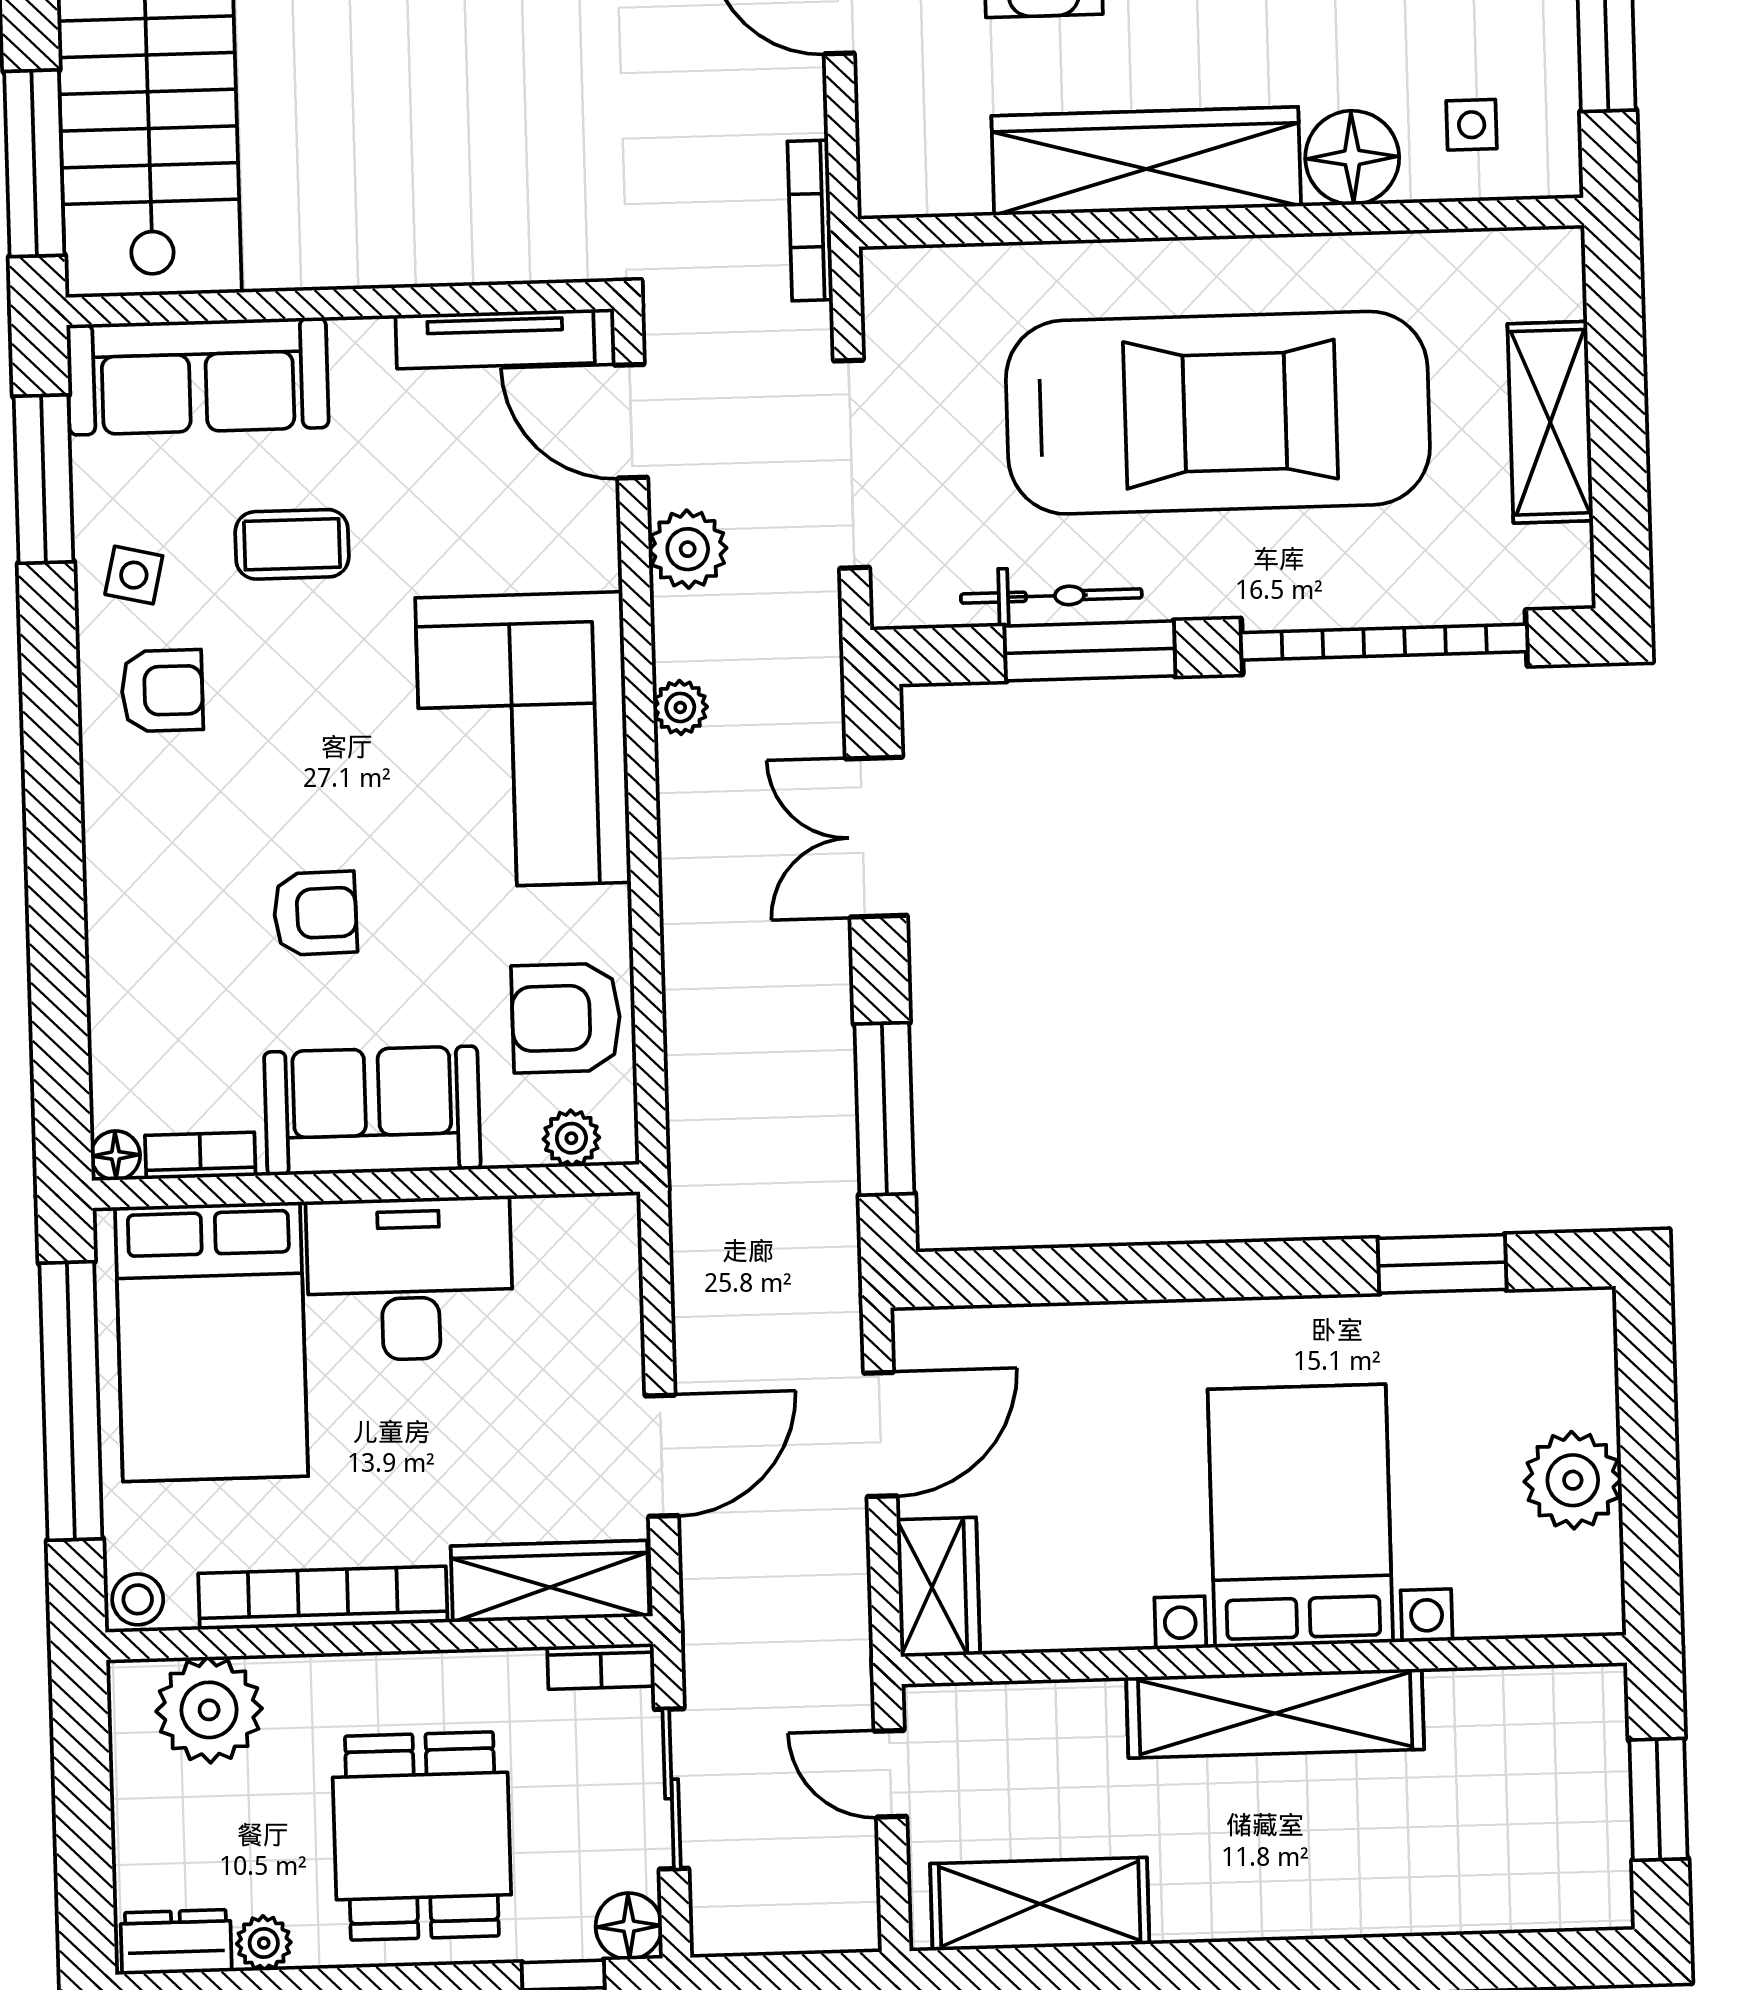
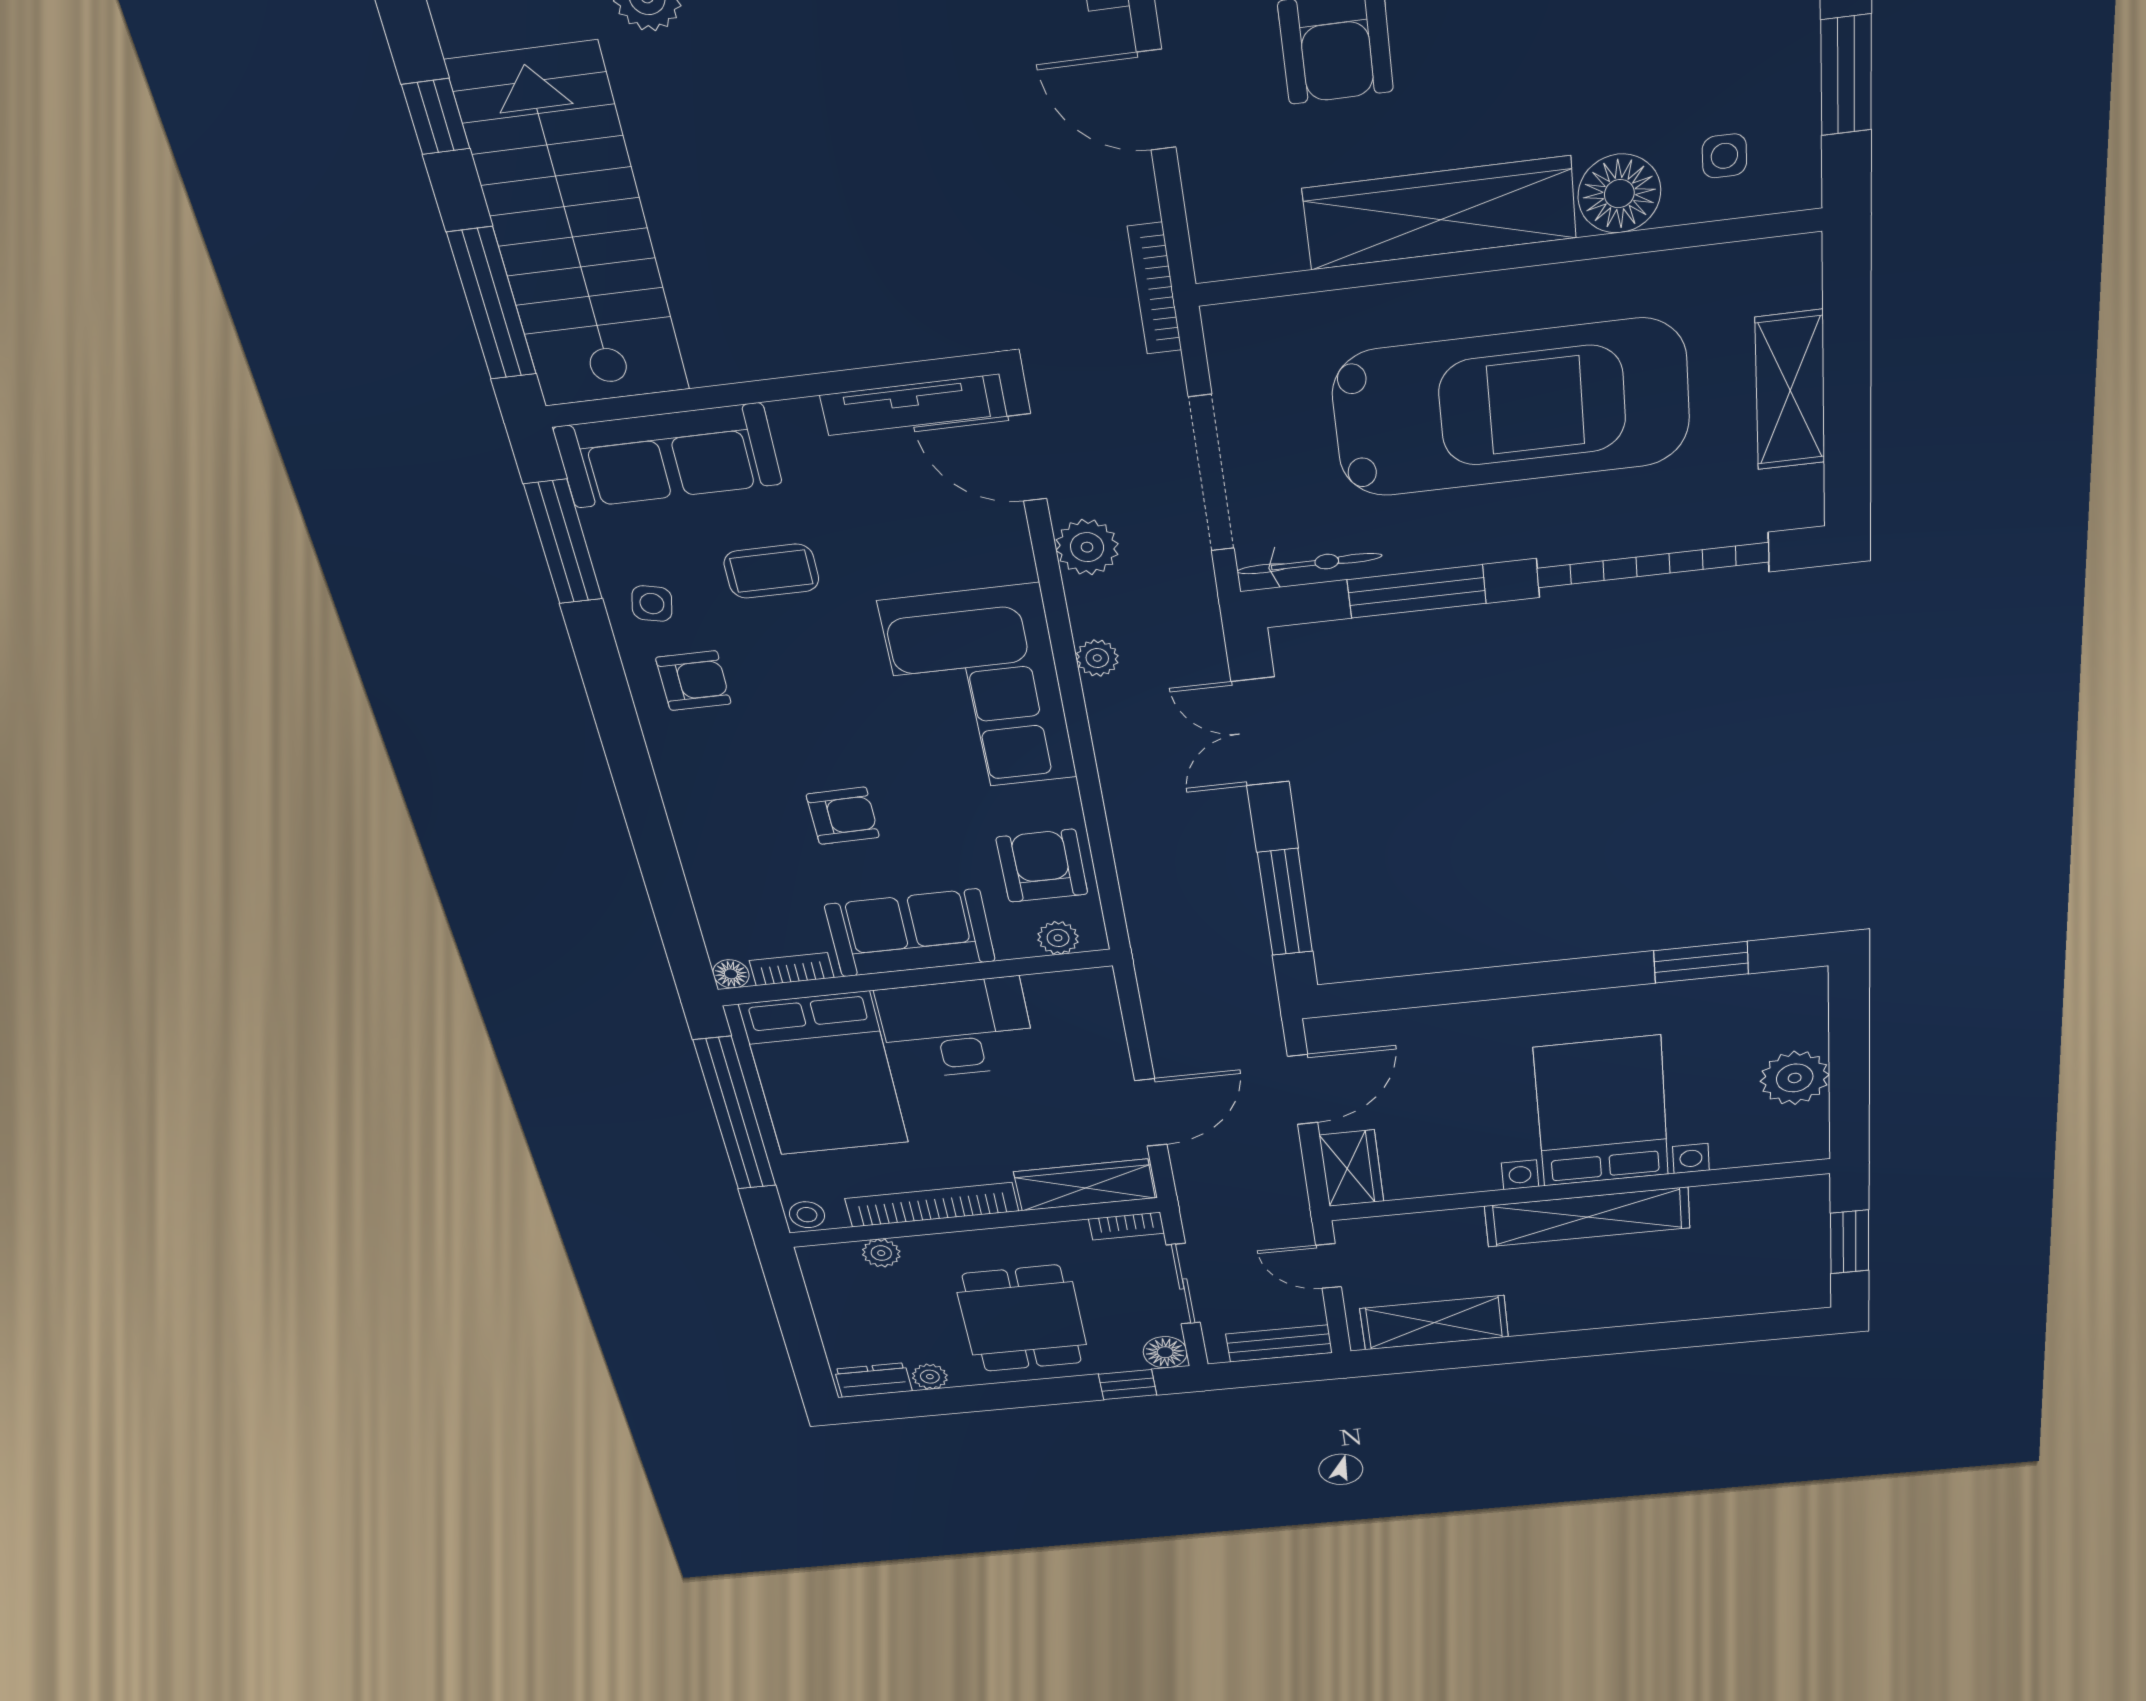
bicycle: (1051, 596) -> (1309, 564), moved
armchair: (566, 1018) -> (1042, 866), turned 90
plant: (209, 1710) -> (881, 1253), width x0.53, depth x0.53
bench: (803, 1924) -> (1279, 1343), added

